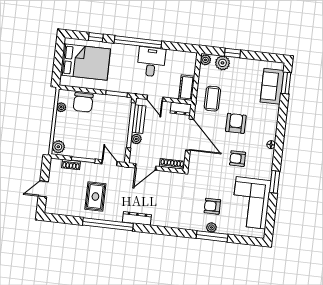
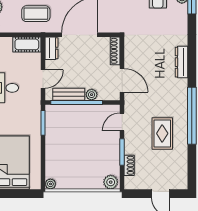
chair: (83, 102) -> (57, 160), removed
plant: (61, 107) -> (50, 184), moved
rug: (95, 197) -> (162, 133), turned 90
dresser: (137, 218) -> (182, 62), moved

